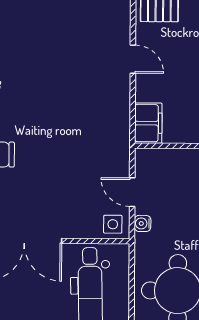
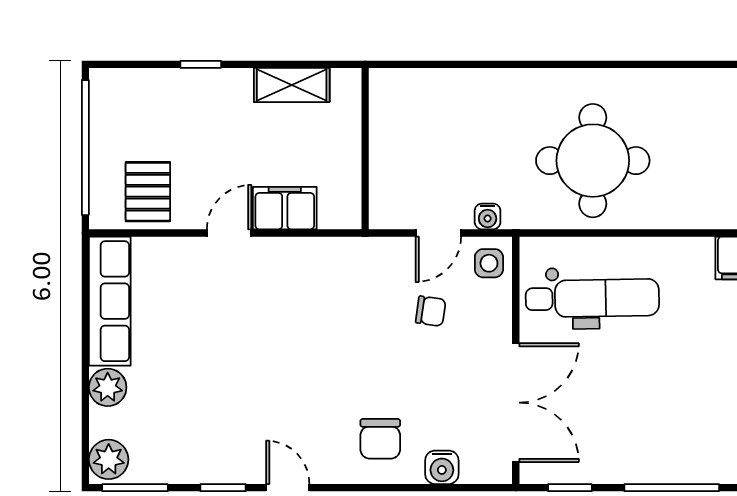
filing cabinet: (148, 123) -> (285, 208), moved
chair: (83, 187) -> (431, 311), added

